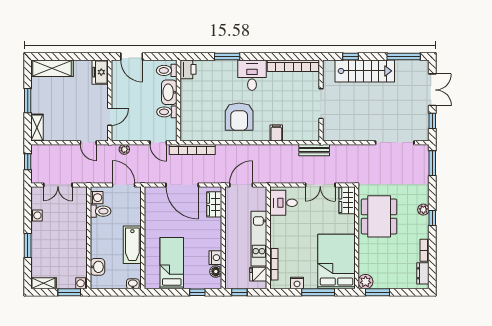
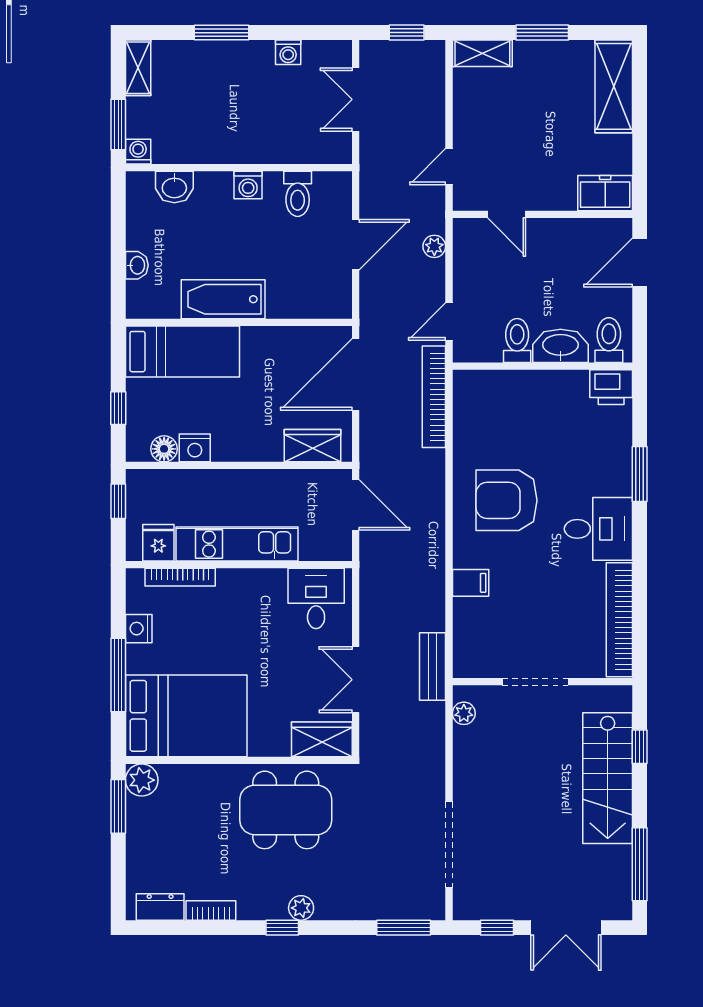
plant: (335, 136) -> (464, 713), added
washing machine: (97, 198) -> (248, 185), moved
wall: (143, 238) -> (239, 322), moved
bathtub: (132, 245) -> (223, 299), moved

